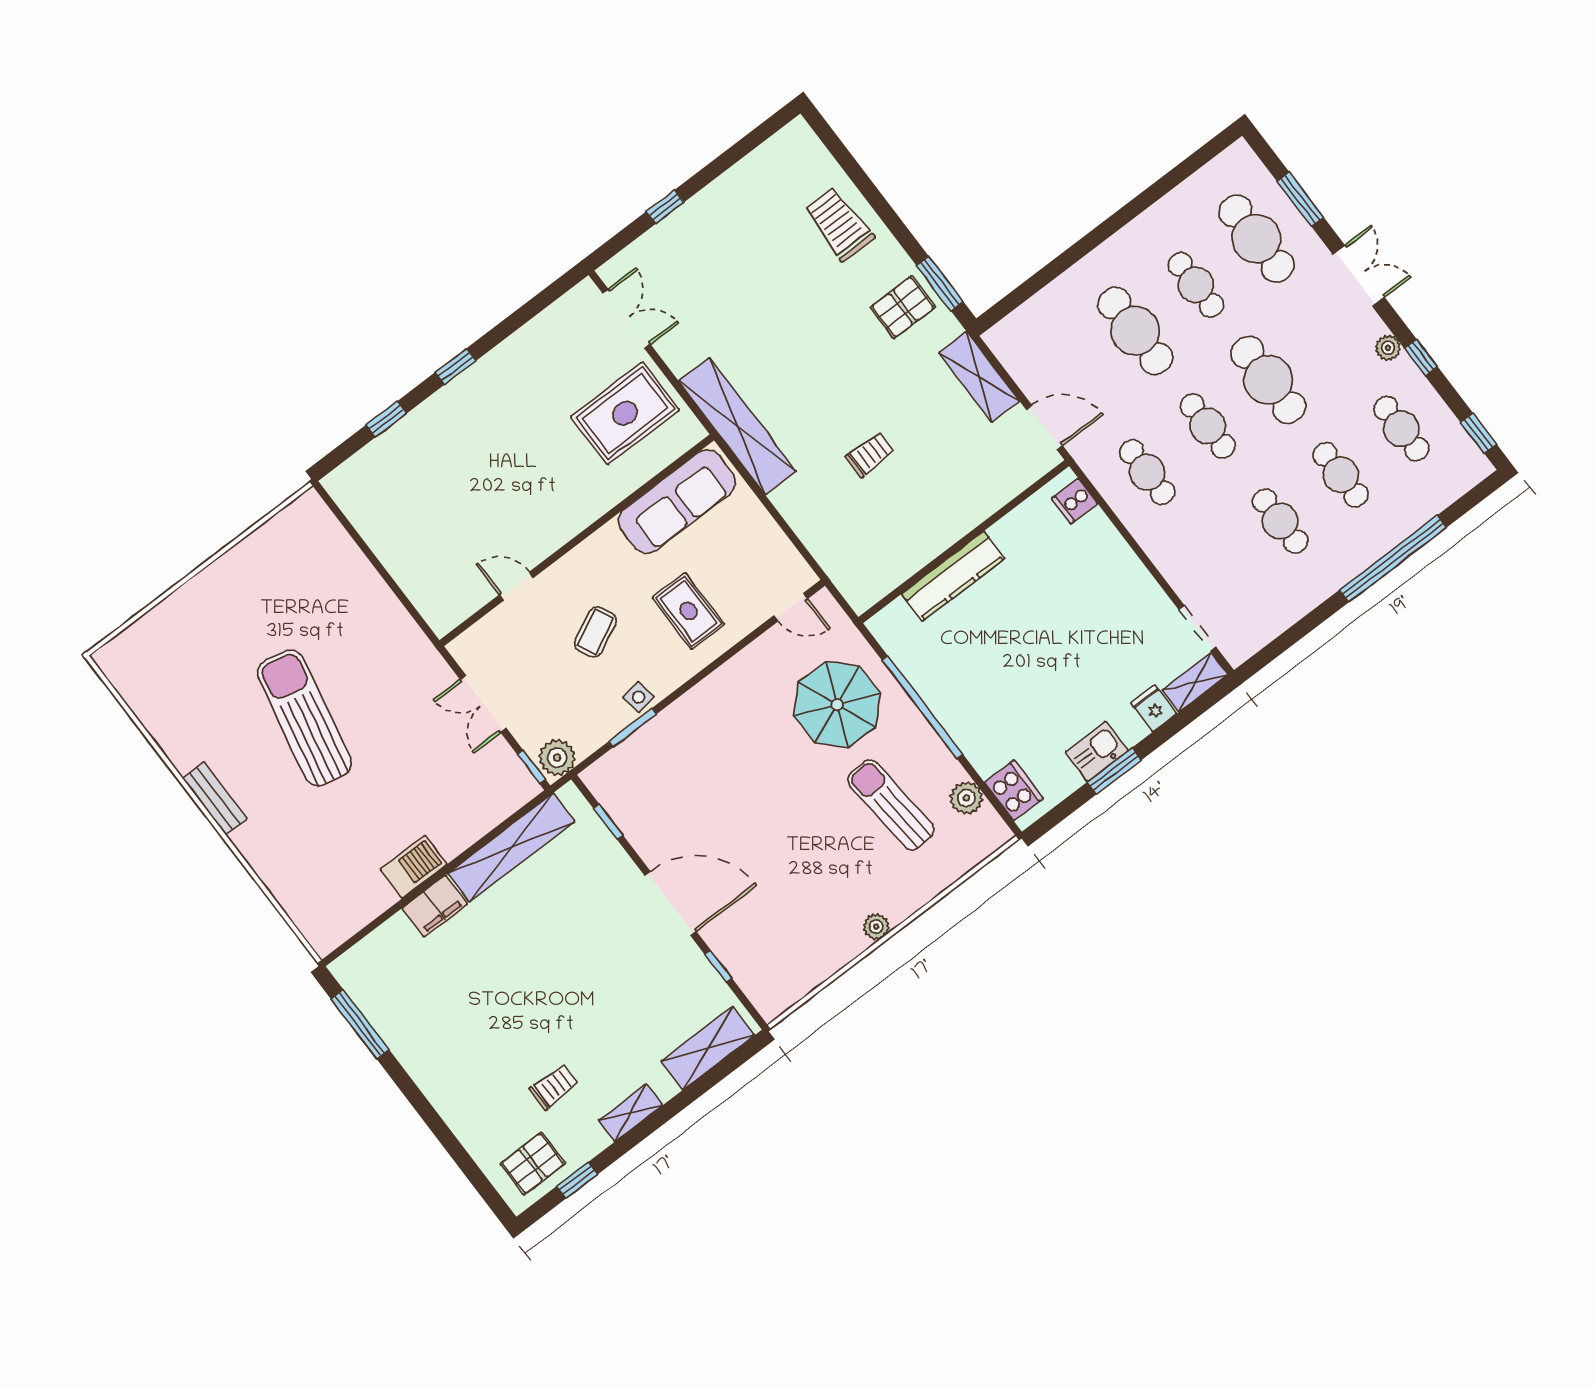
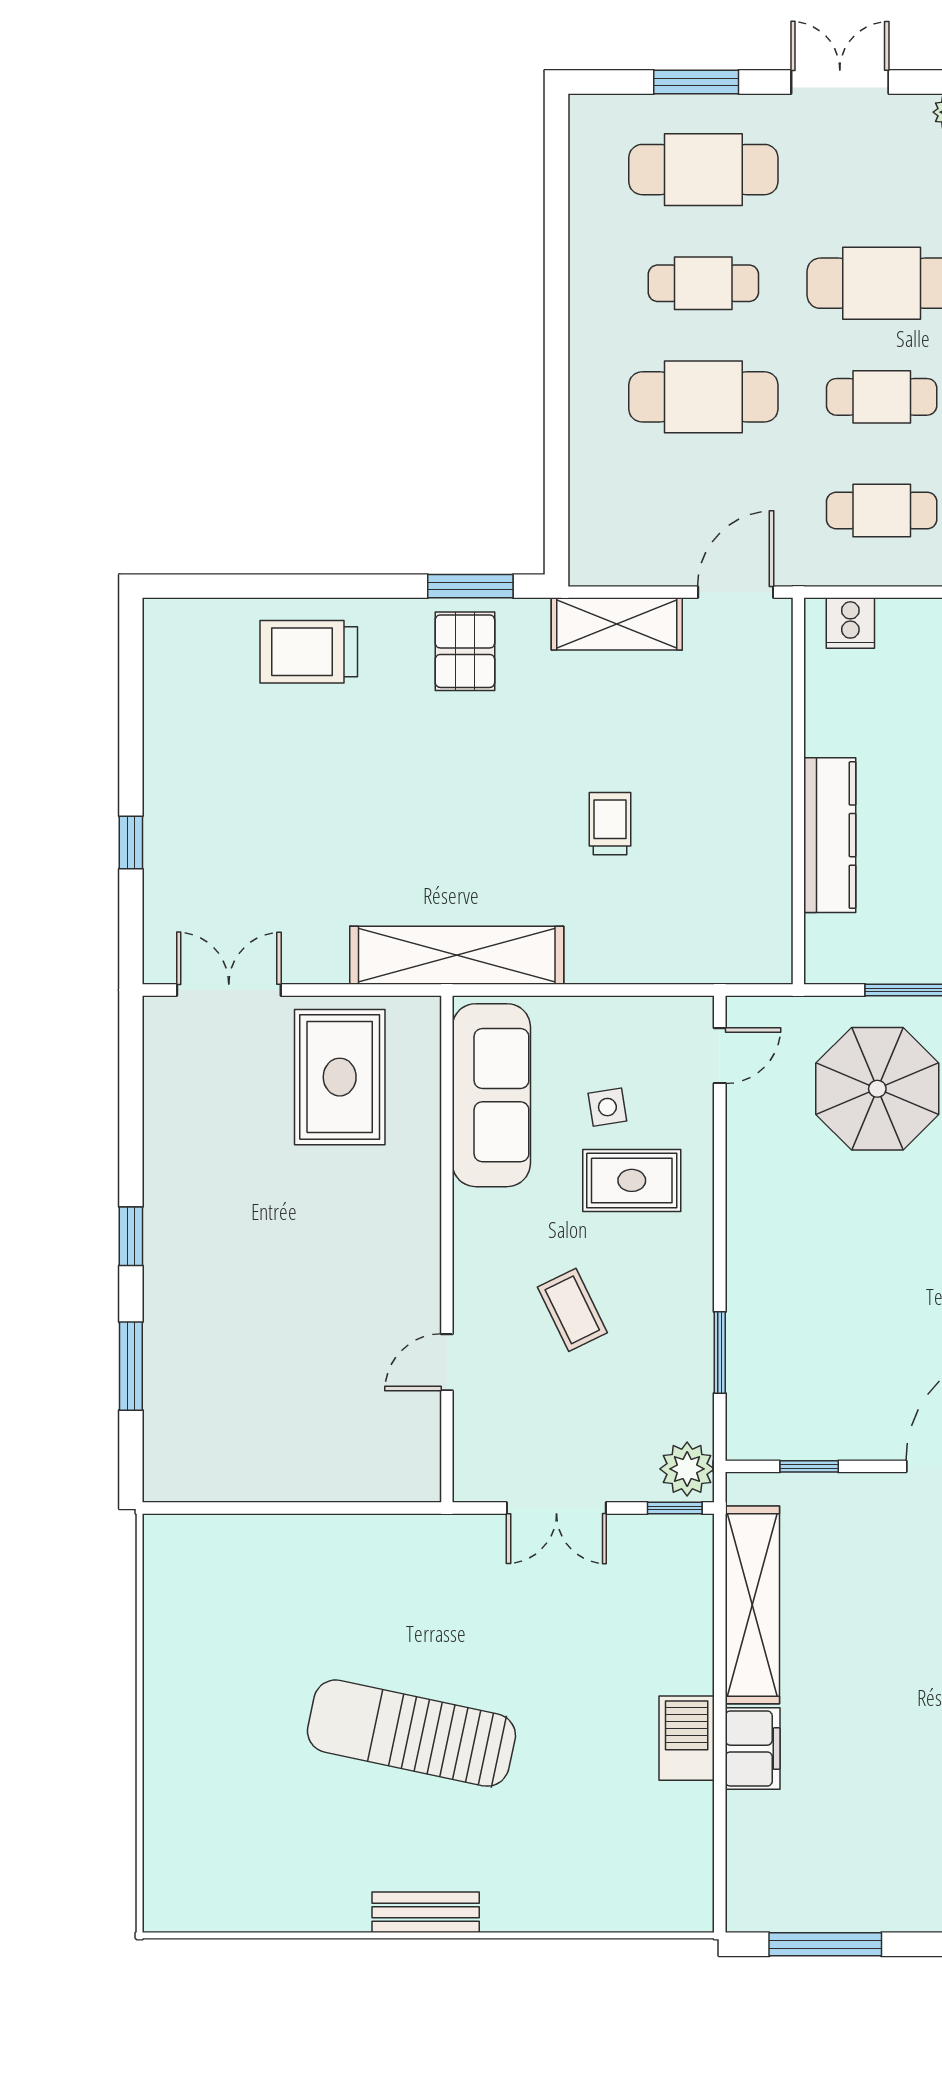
window: (386, 419) -> (131, 1366), width x1.50
side table: (638, 697) -> (607, 1107), moved

